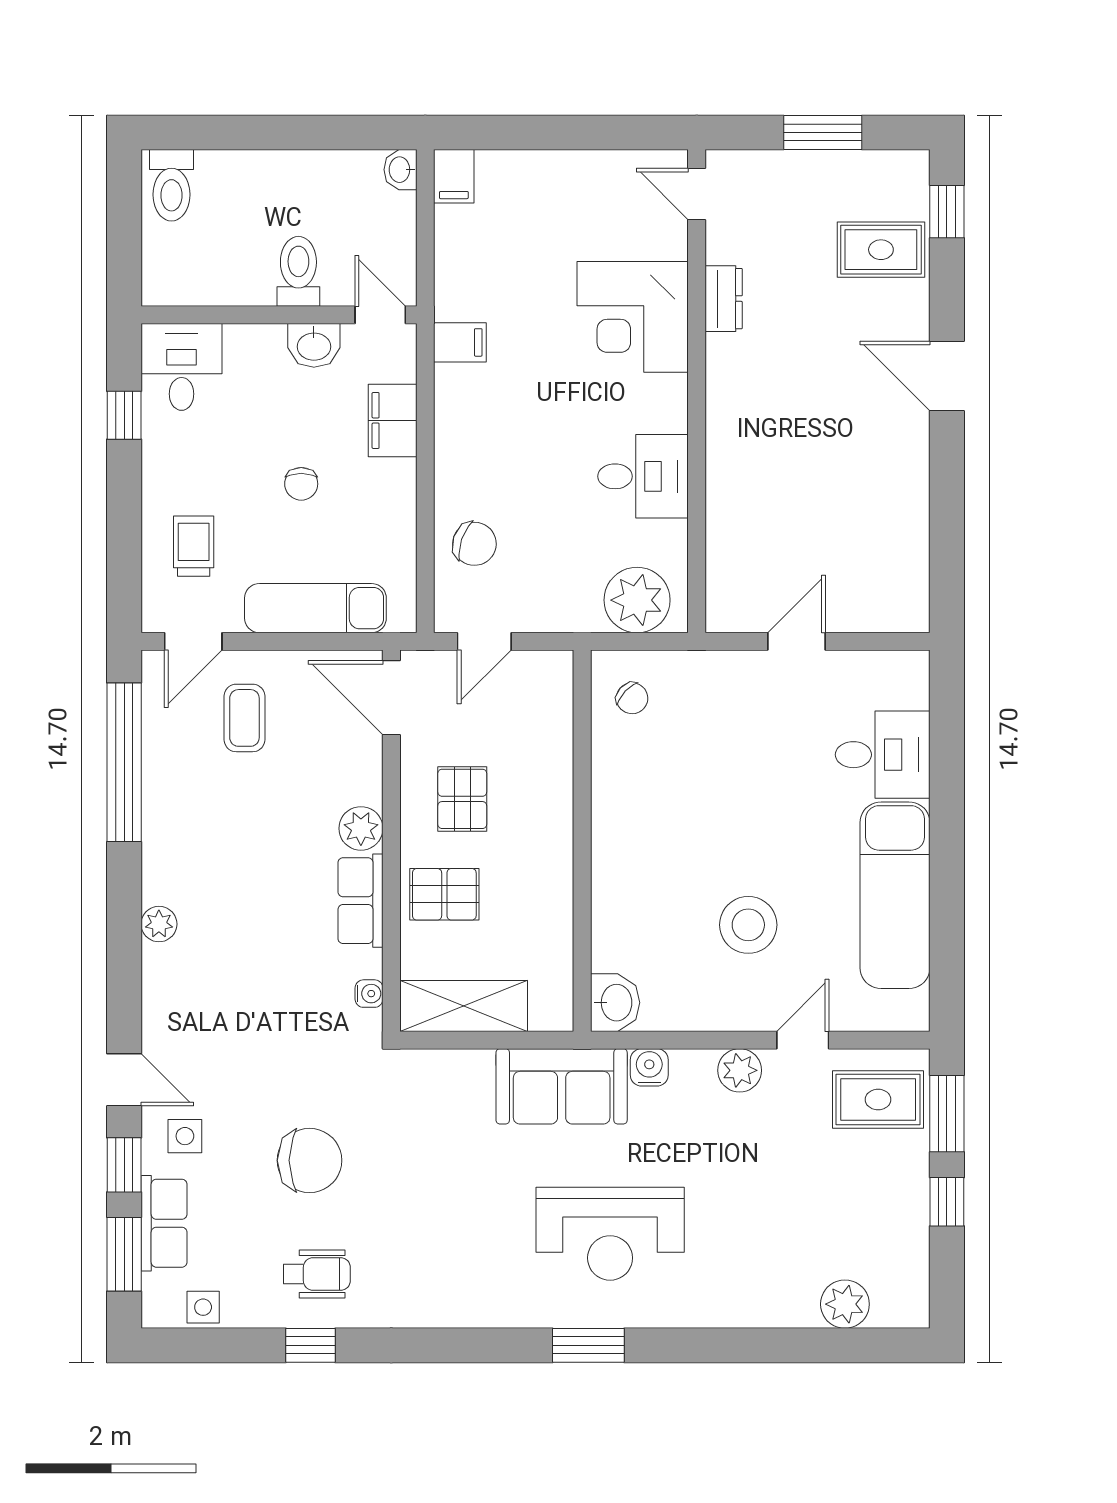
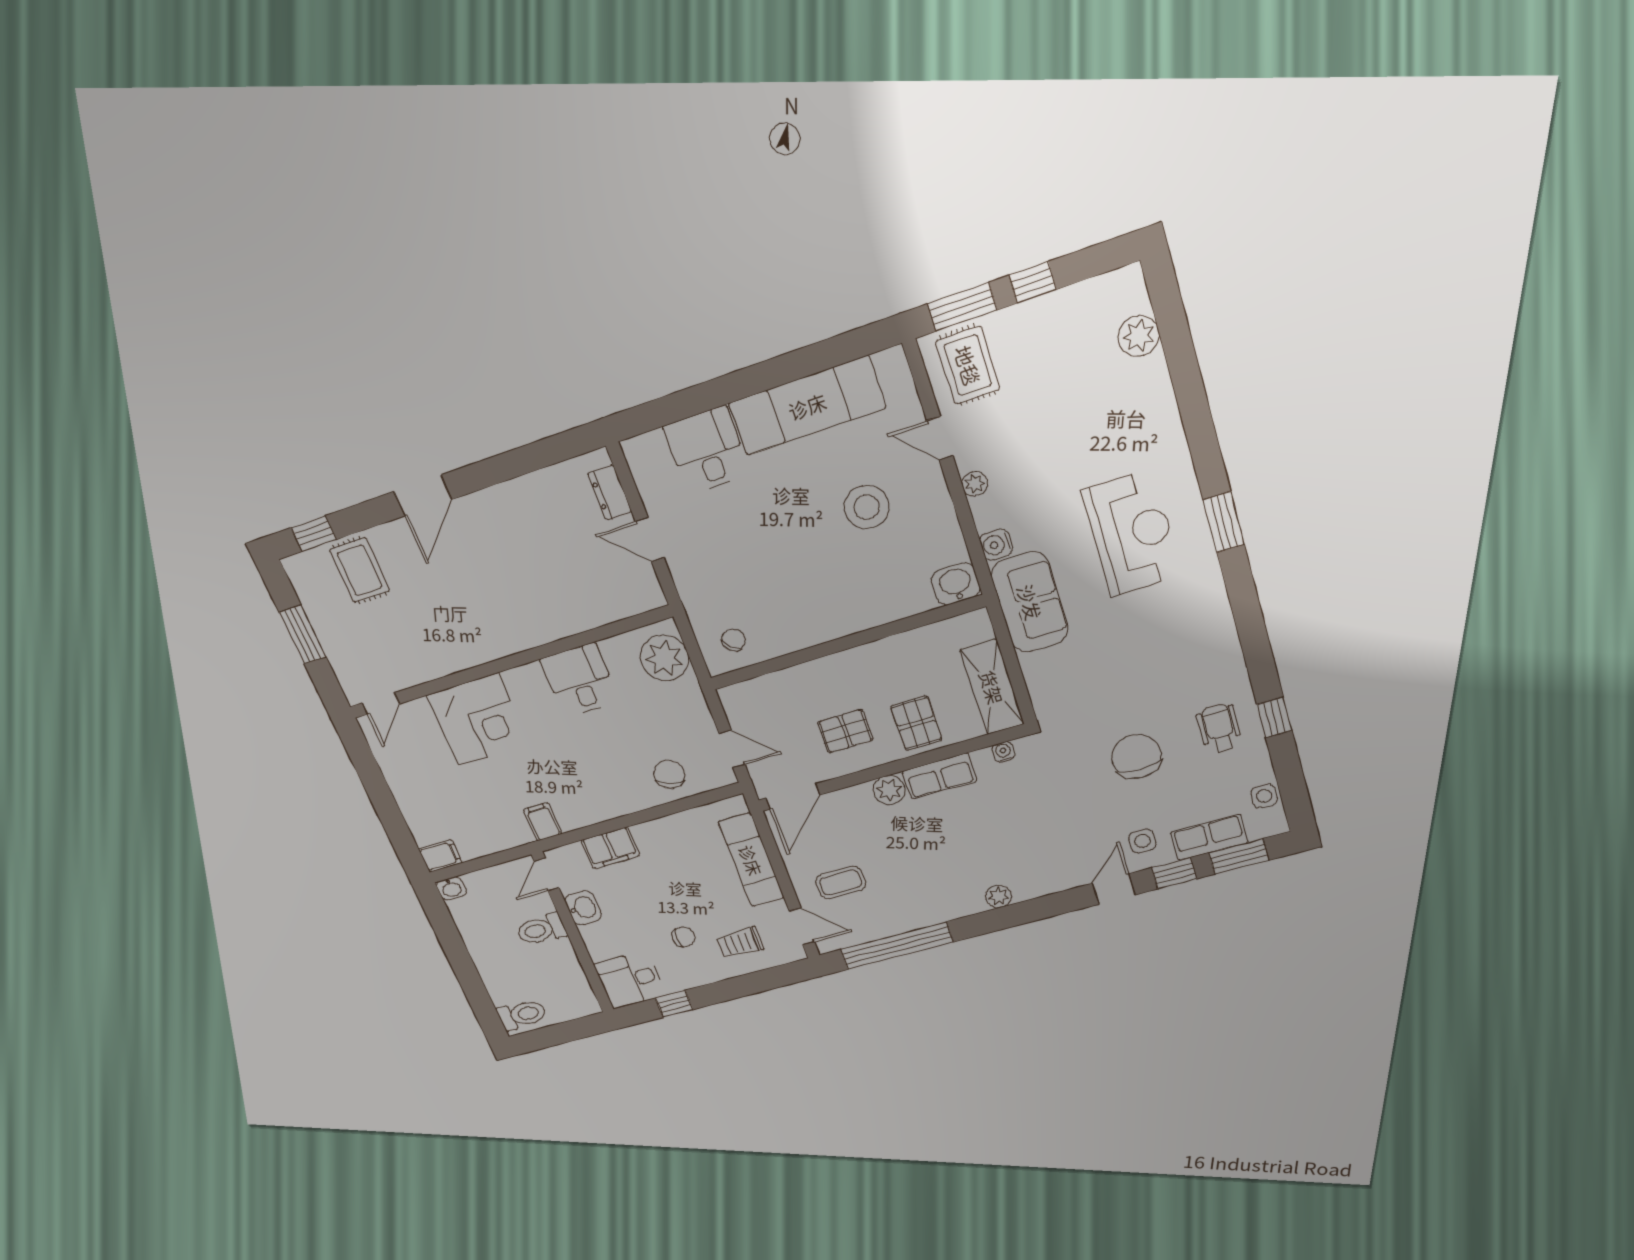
dresser: (724, 299) -> (610, 493), moved, turned -90
chair: (301, 484) -> (683, 937), moved
plant: (740, 1070) -> (975, 484), width x0.73, depth x0.73

